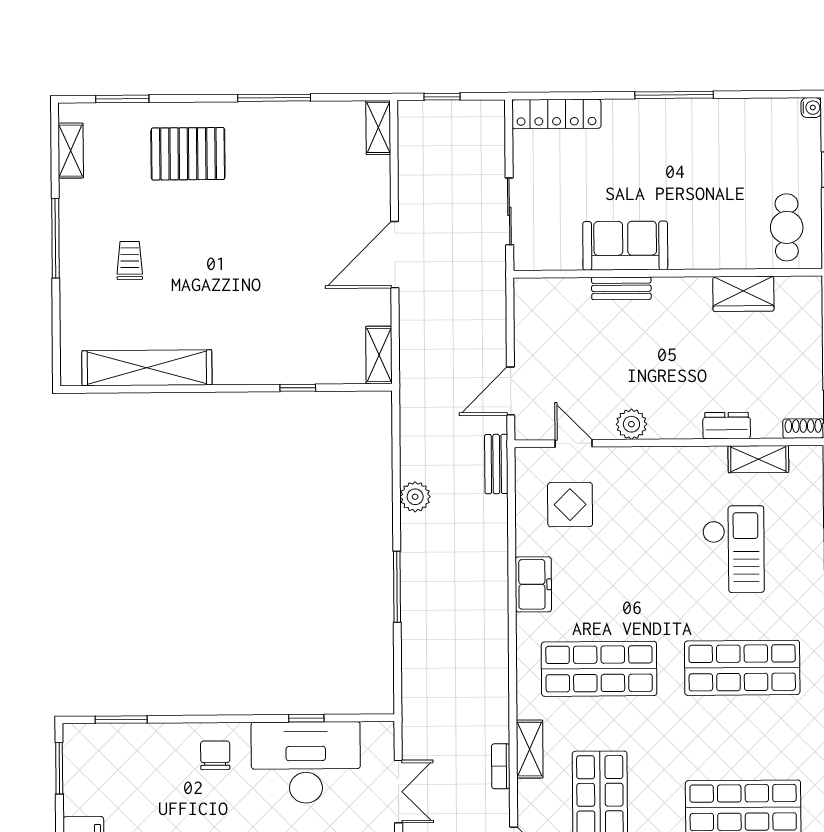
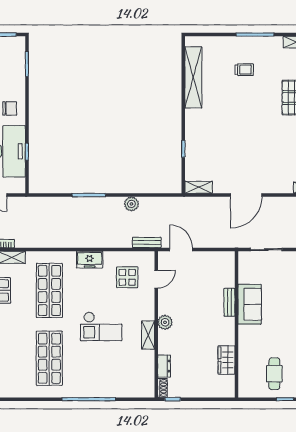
cafe table: (787, 227) -> (274, 374), moved, turned 90
door: (395, 255) -> (246, 195), swing flipped
plant: (631, 424) -> (165, 322), moved
dresser: (727, 426) -> (164, 366), moved
shelving: (758, 459) -> (148, 335), moved
checkout: (733, 549) -> (101, 326), moved

